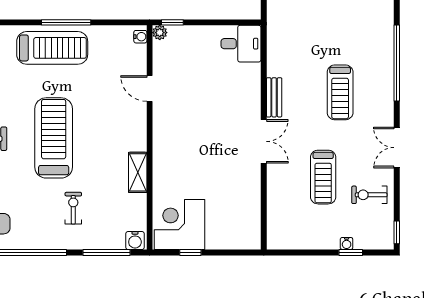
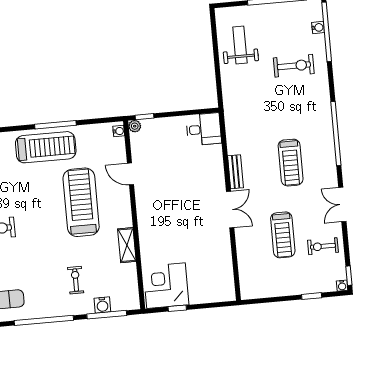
treadmill: (54, 138) -> (81, 202), moved
water cooler: (135, 241) -> (102, 305), moved
water cooler: (347, 243) -> (342, 286), moved

